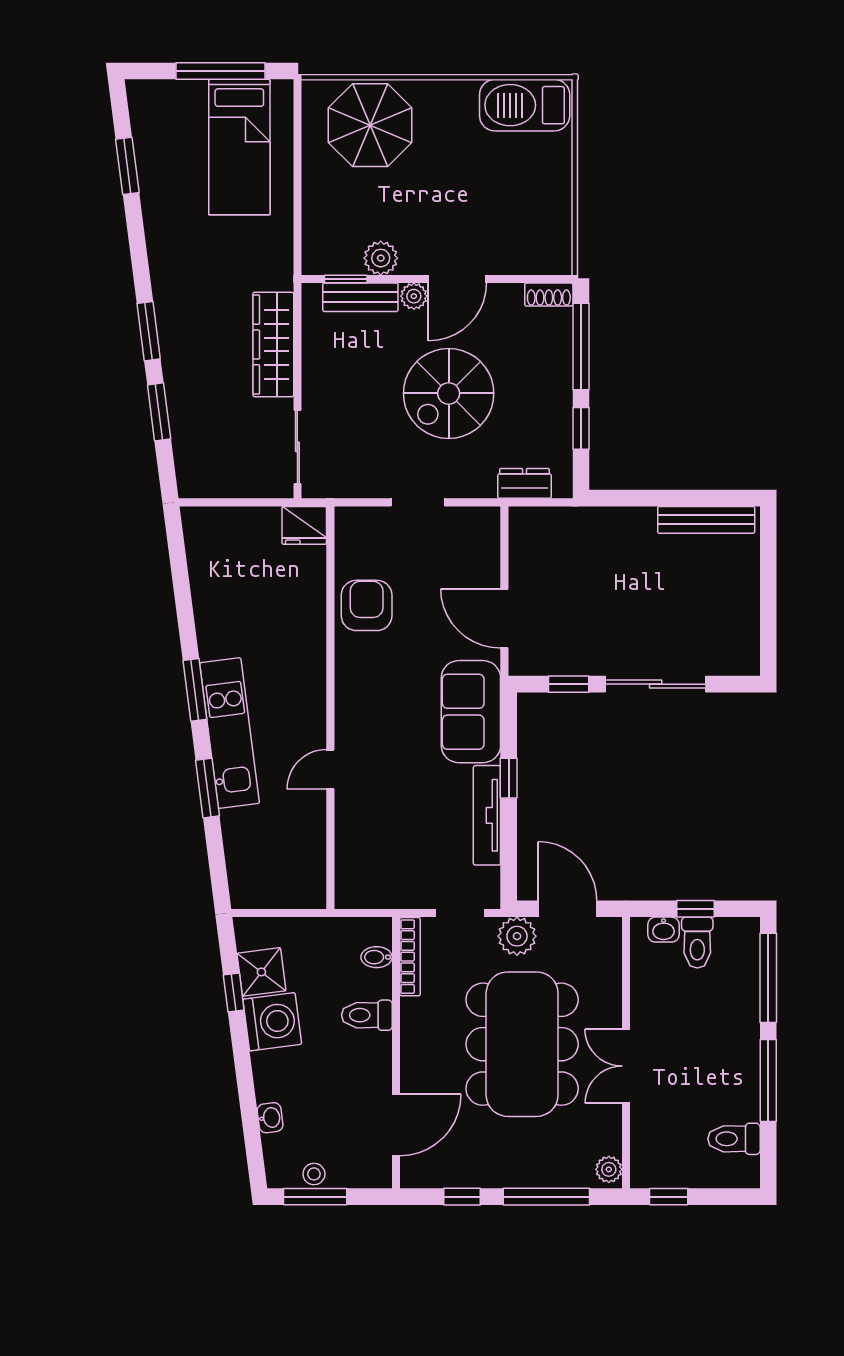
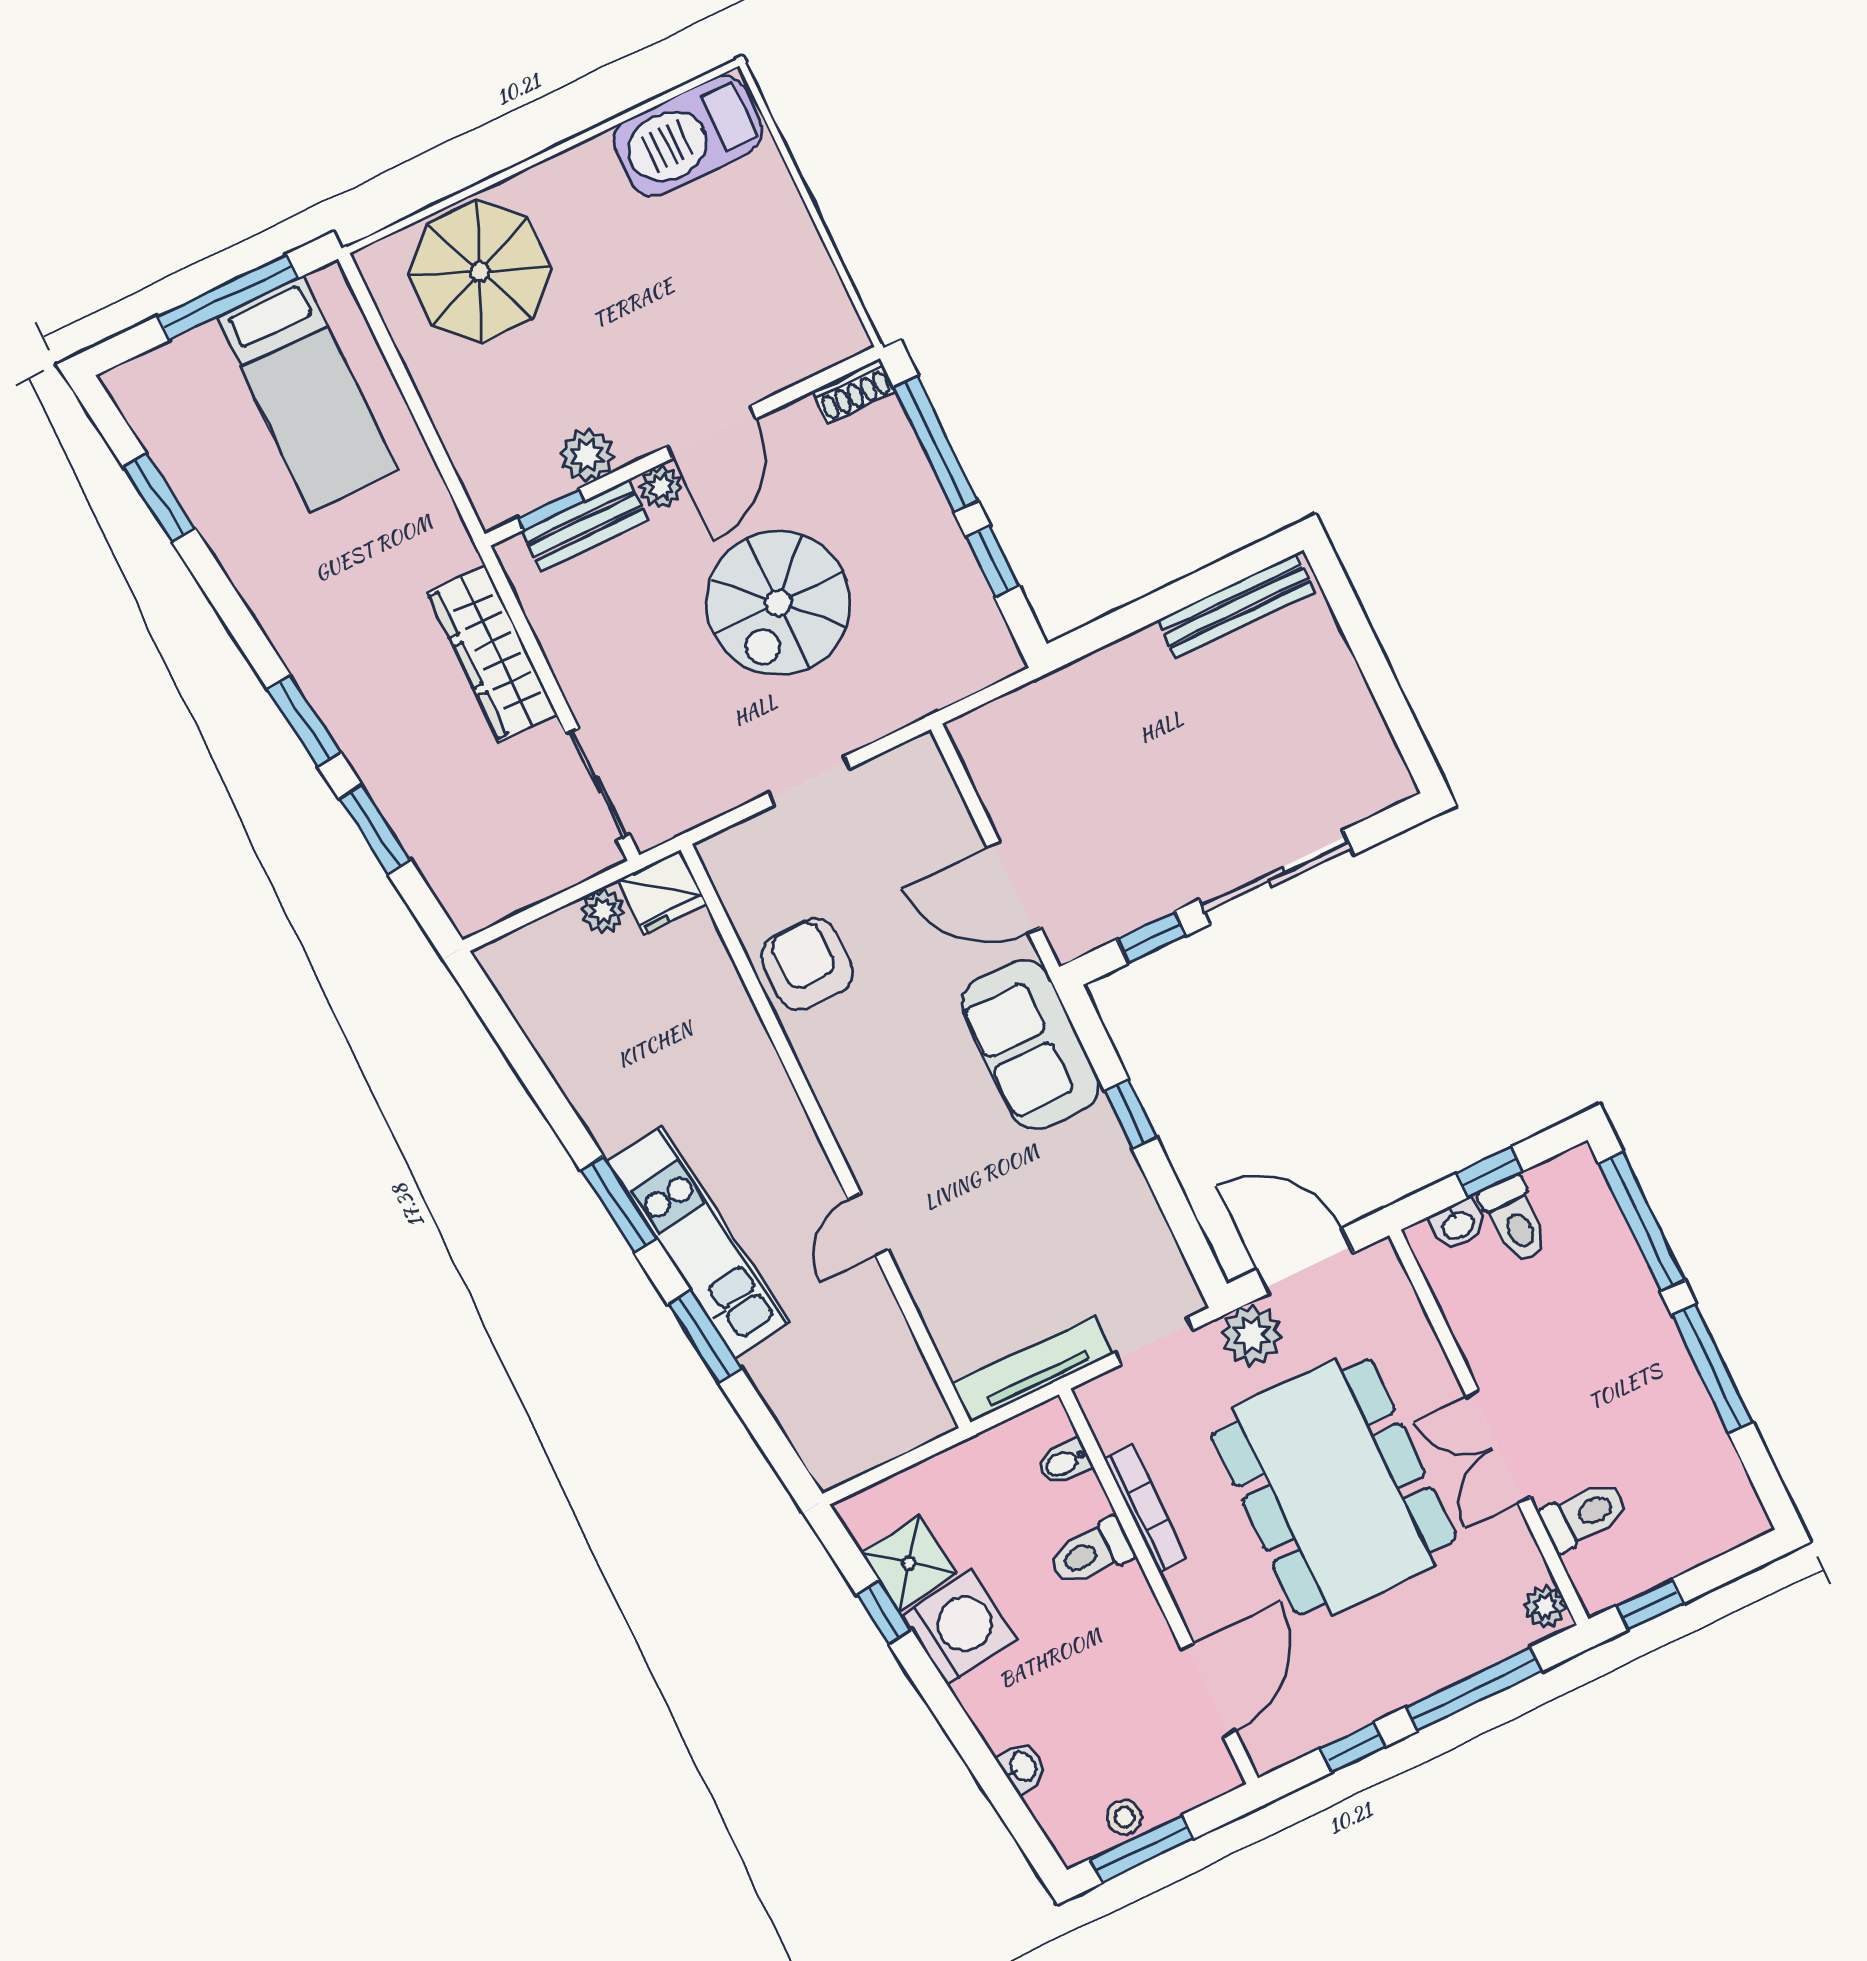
dresser: (525, 483) -> (949, 680), removed
plant: (266, 520) -> (603, 911), added
tv unit: (487, 815) -> (1033, 1369), moved, turned 90
bookcase: (410, 957) -> (1146, 1508), moved
toilet: (734, 1139) -> (1584, 1515), moved, turned 180

